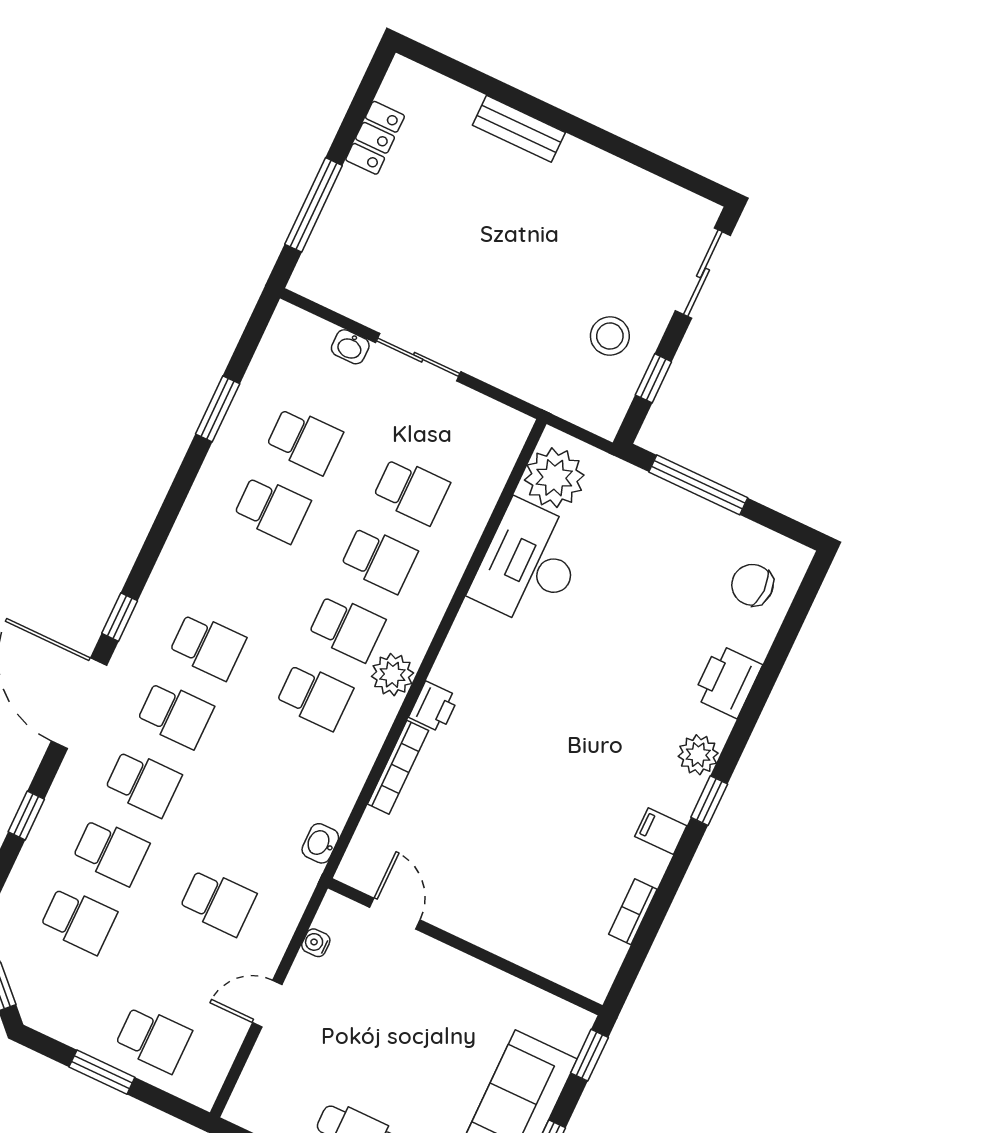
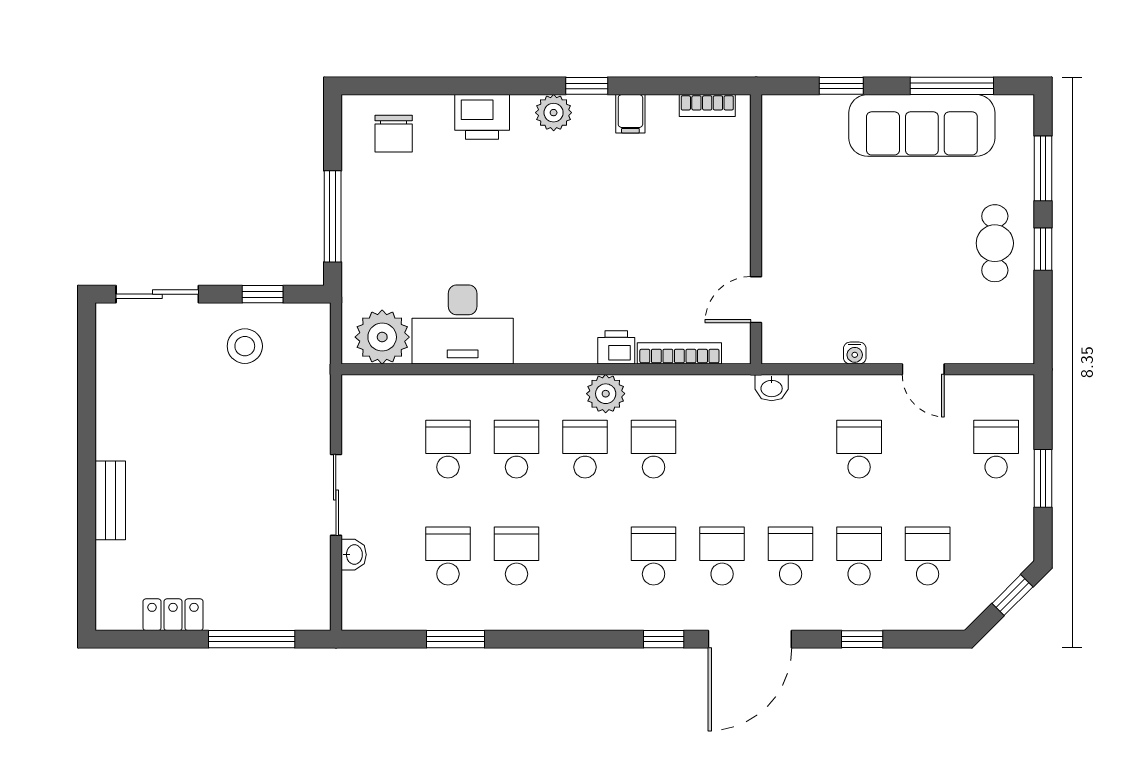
door: (395, 914) -> (756, 300), moved
wall: (465, 947) -> (756, 229), moved

